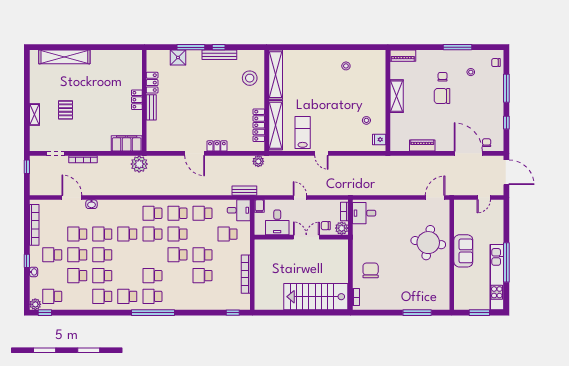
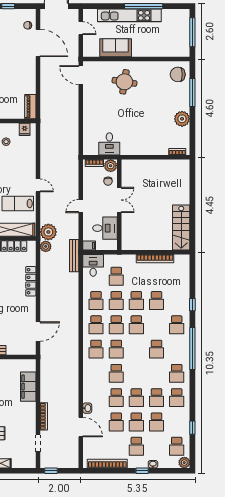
filing cabinet: (127, 143) -> (28, 387), moved
locker: (217, 146) -> (31, 281), width x1.53
piano: (422, 146) -> (30, 107), moved
door: (195, 153) -> (38, 332), moved
door: (321, 153) -> (38, 185), hinge flipped
door: (468, 153) -> (38, 43), swing flipped
plant: (139, 164) -> (48, 232), moved
bench: (244, 191) -> (74, 256), width x1.36
door: (72, 198) -> (81, 427), swing flipped
desk: (364, 213) -> (109, 144), moved
school desk: (203, 234) -> (116, 301), added
double door: (306, 237) -> (119, 200), swing flipped
round table: (428, 243) -> (124, 82), width x0.73, depth x0.73
sofa: (463, 251) -> (116, 48), moved
chair: (371, 270) -> (178, 74), moved
kitchen unit: (497, 277) -> (129, 15), moved
school desk: (152, 296) -> (177, 325), moved
stairs: (316, 297) -> (181, 228), moved, width x0.73, depth x0.66
plant: (390, 302) -> (182, 119), added
window: (45, 313) -> (192, 428), moved
window: (233, 313) -> (192, 305), moved
window: (479, 313) -> (192, 32), width x1.44

